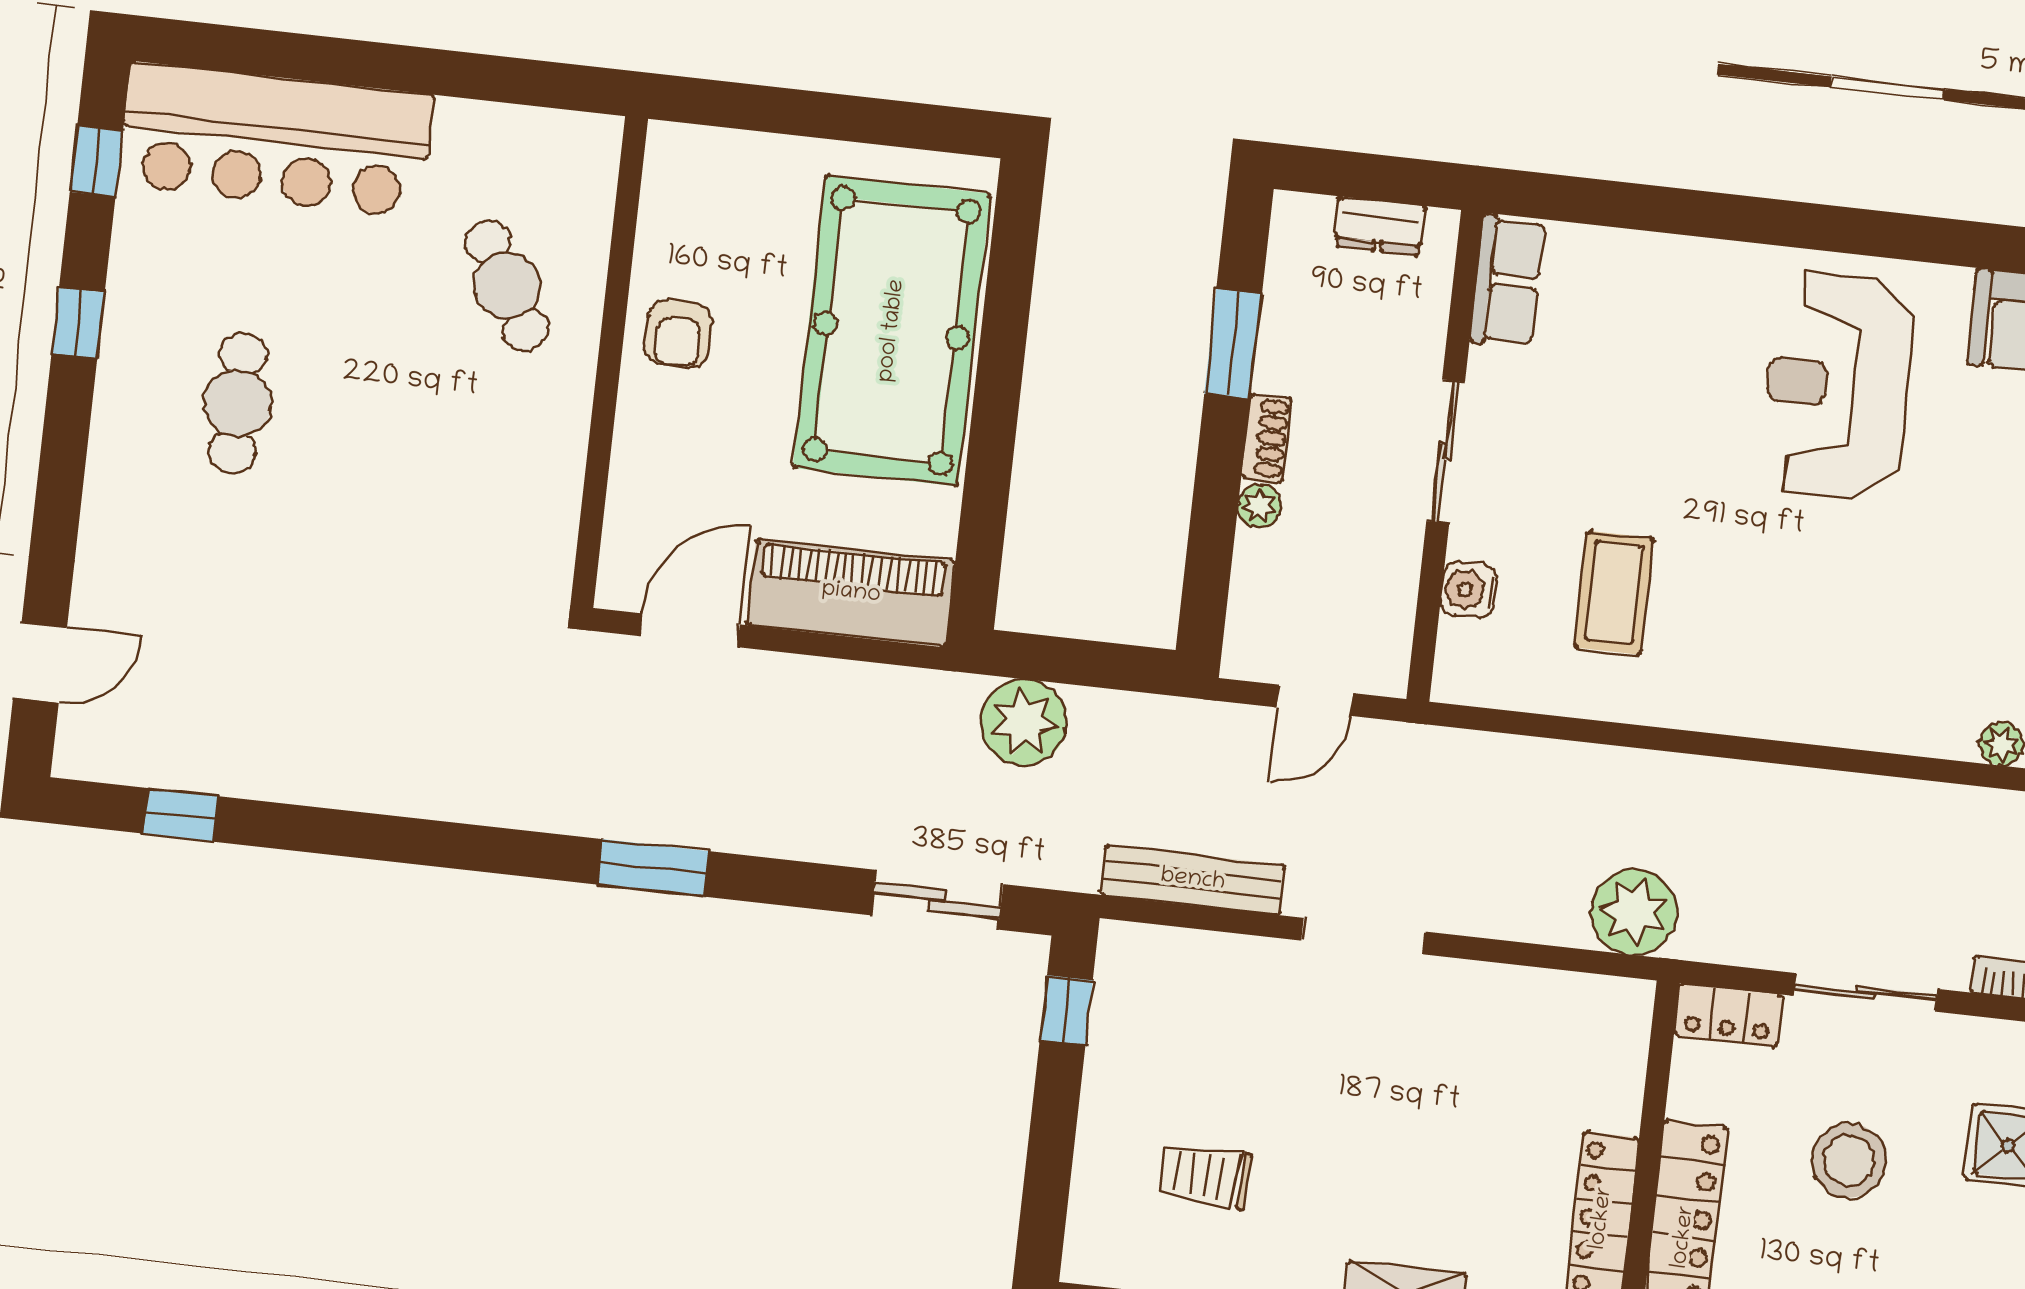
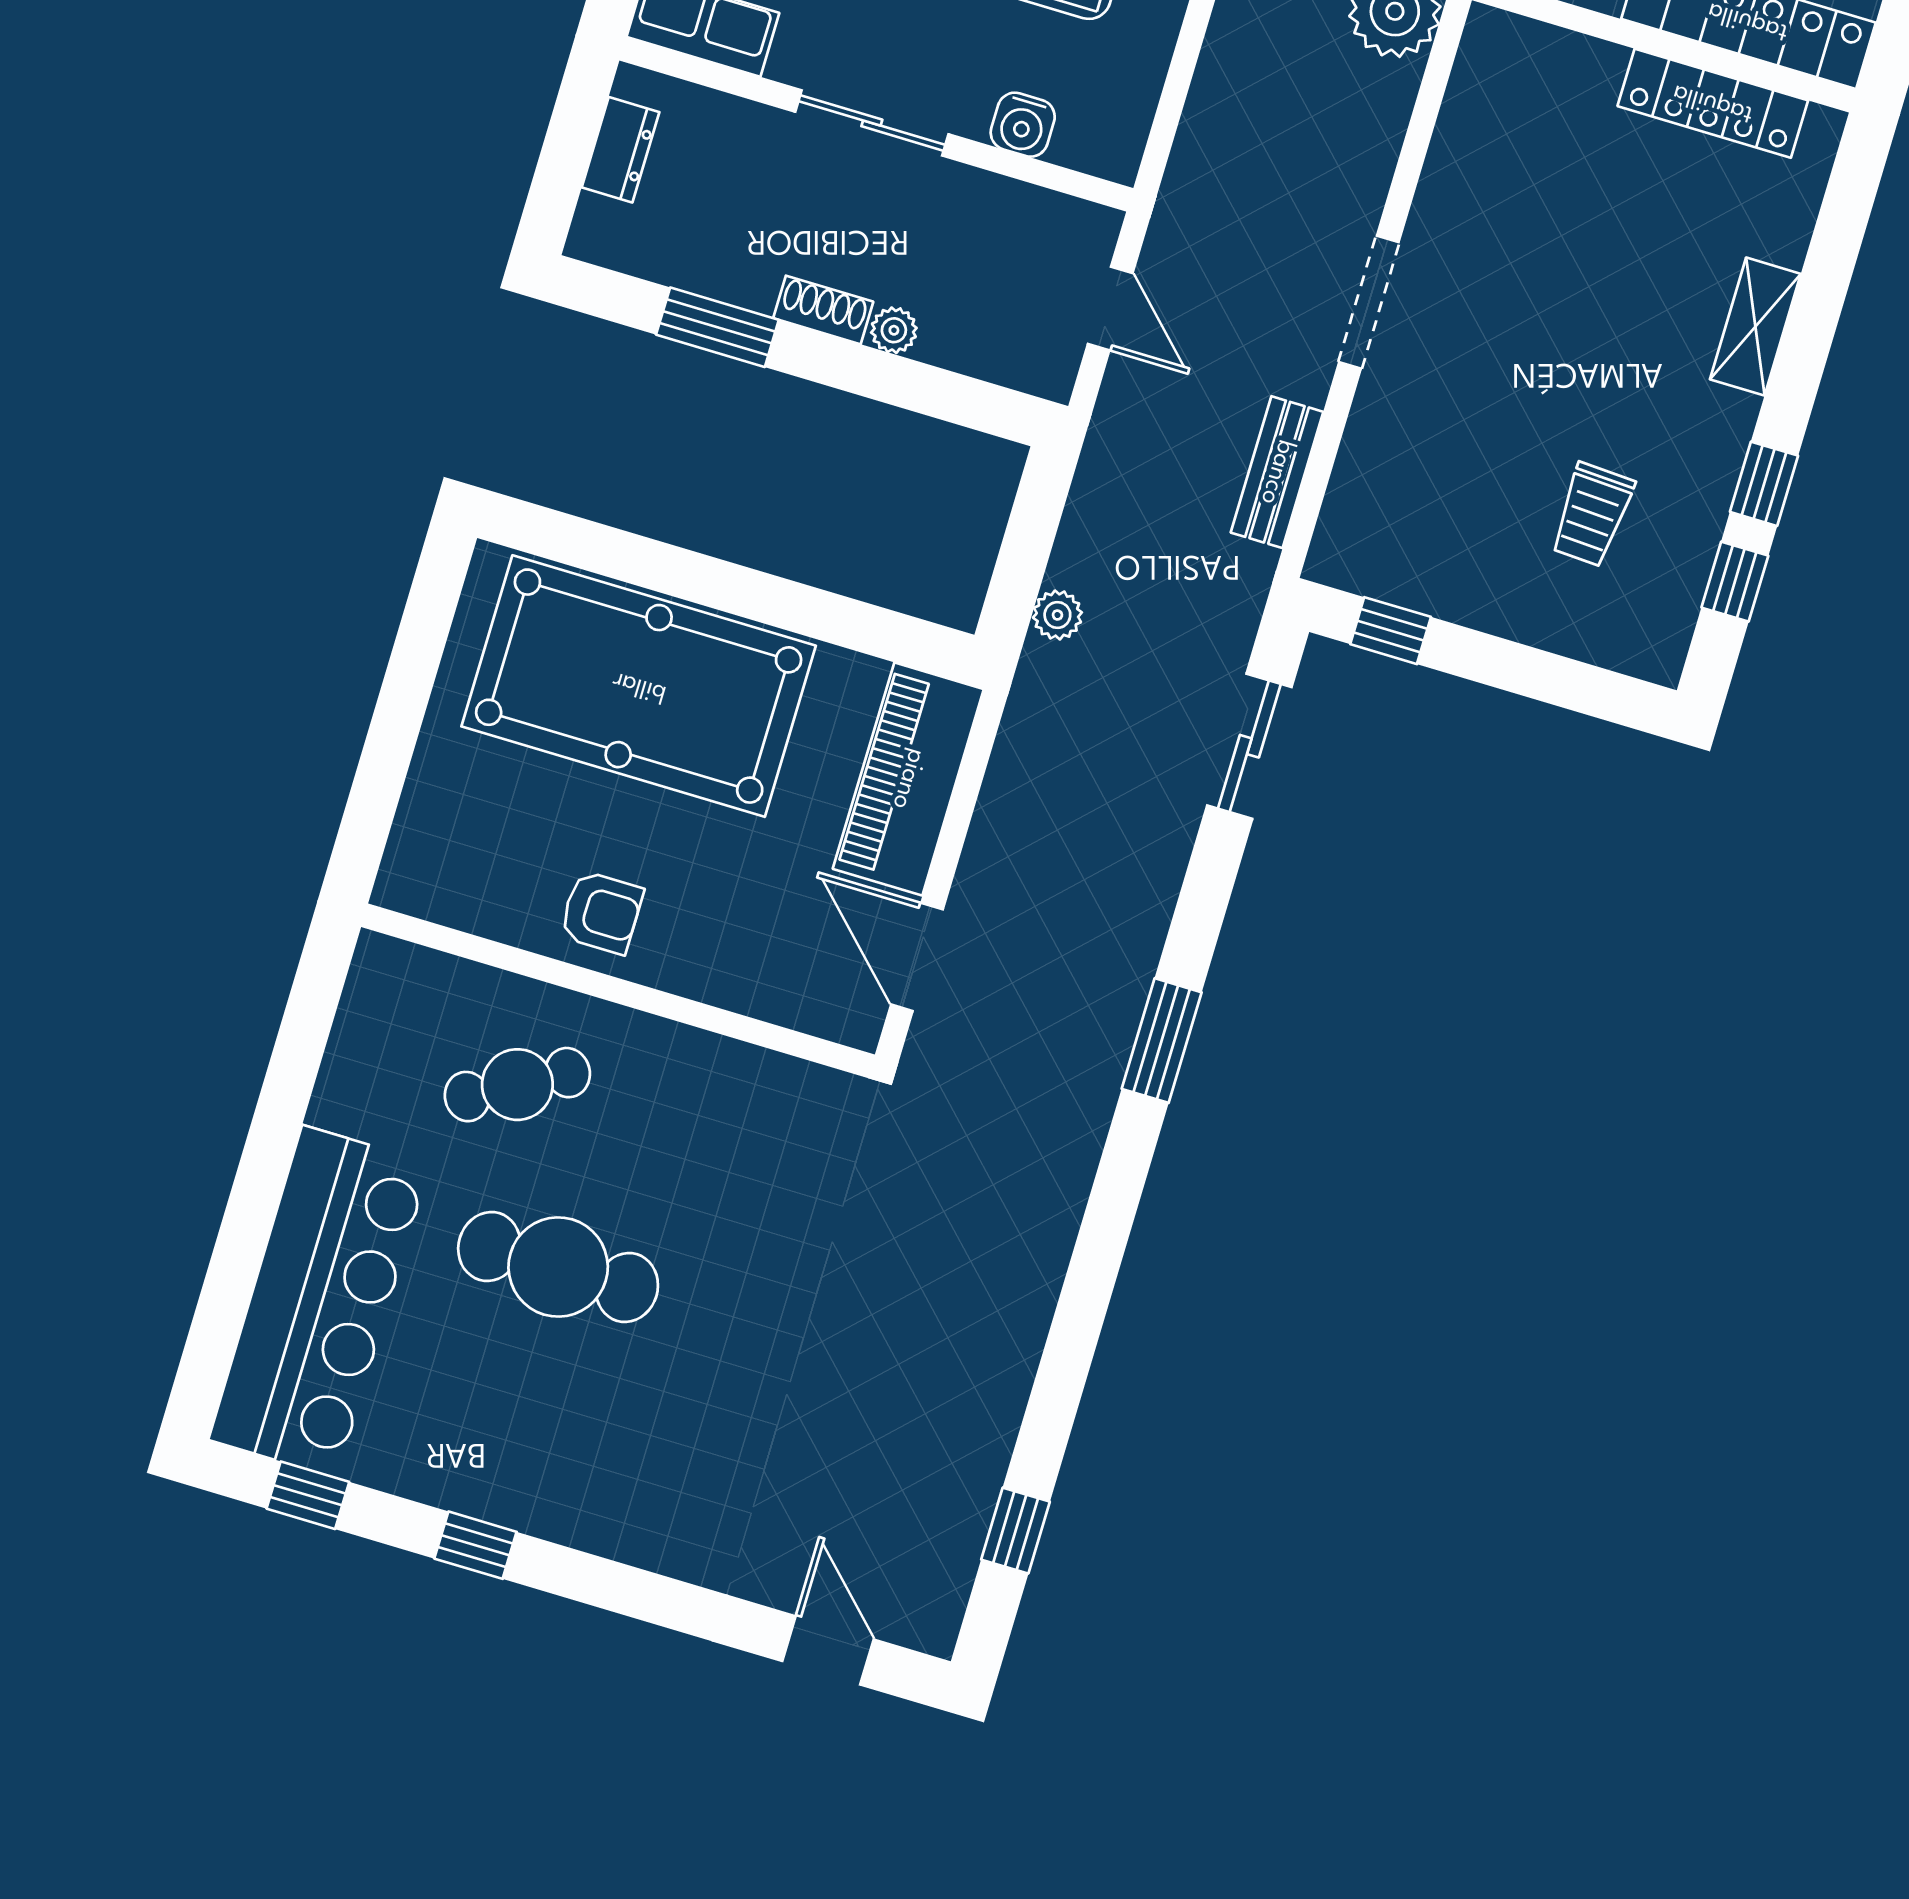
cafe table: (238, 403) -> (558, 1267), moved, width x1.37, depth x1.35
plant: (1023, 722) -> (1057, 615), width x0.53, depth x0.53
bench: (1193, 880) -> (1277, 472), width x0.73

